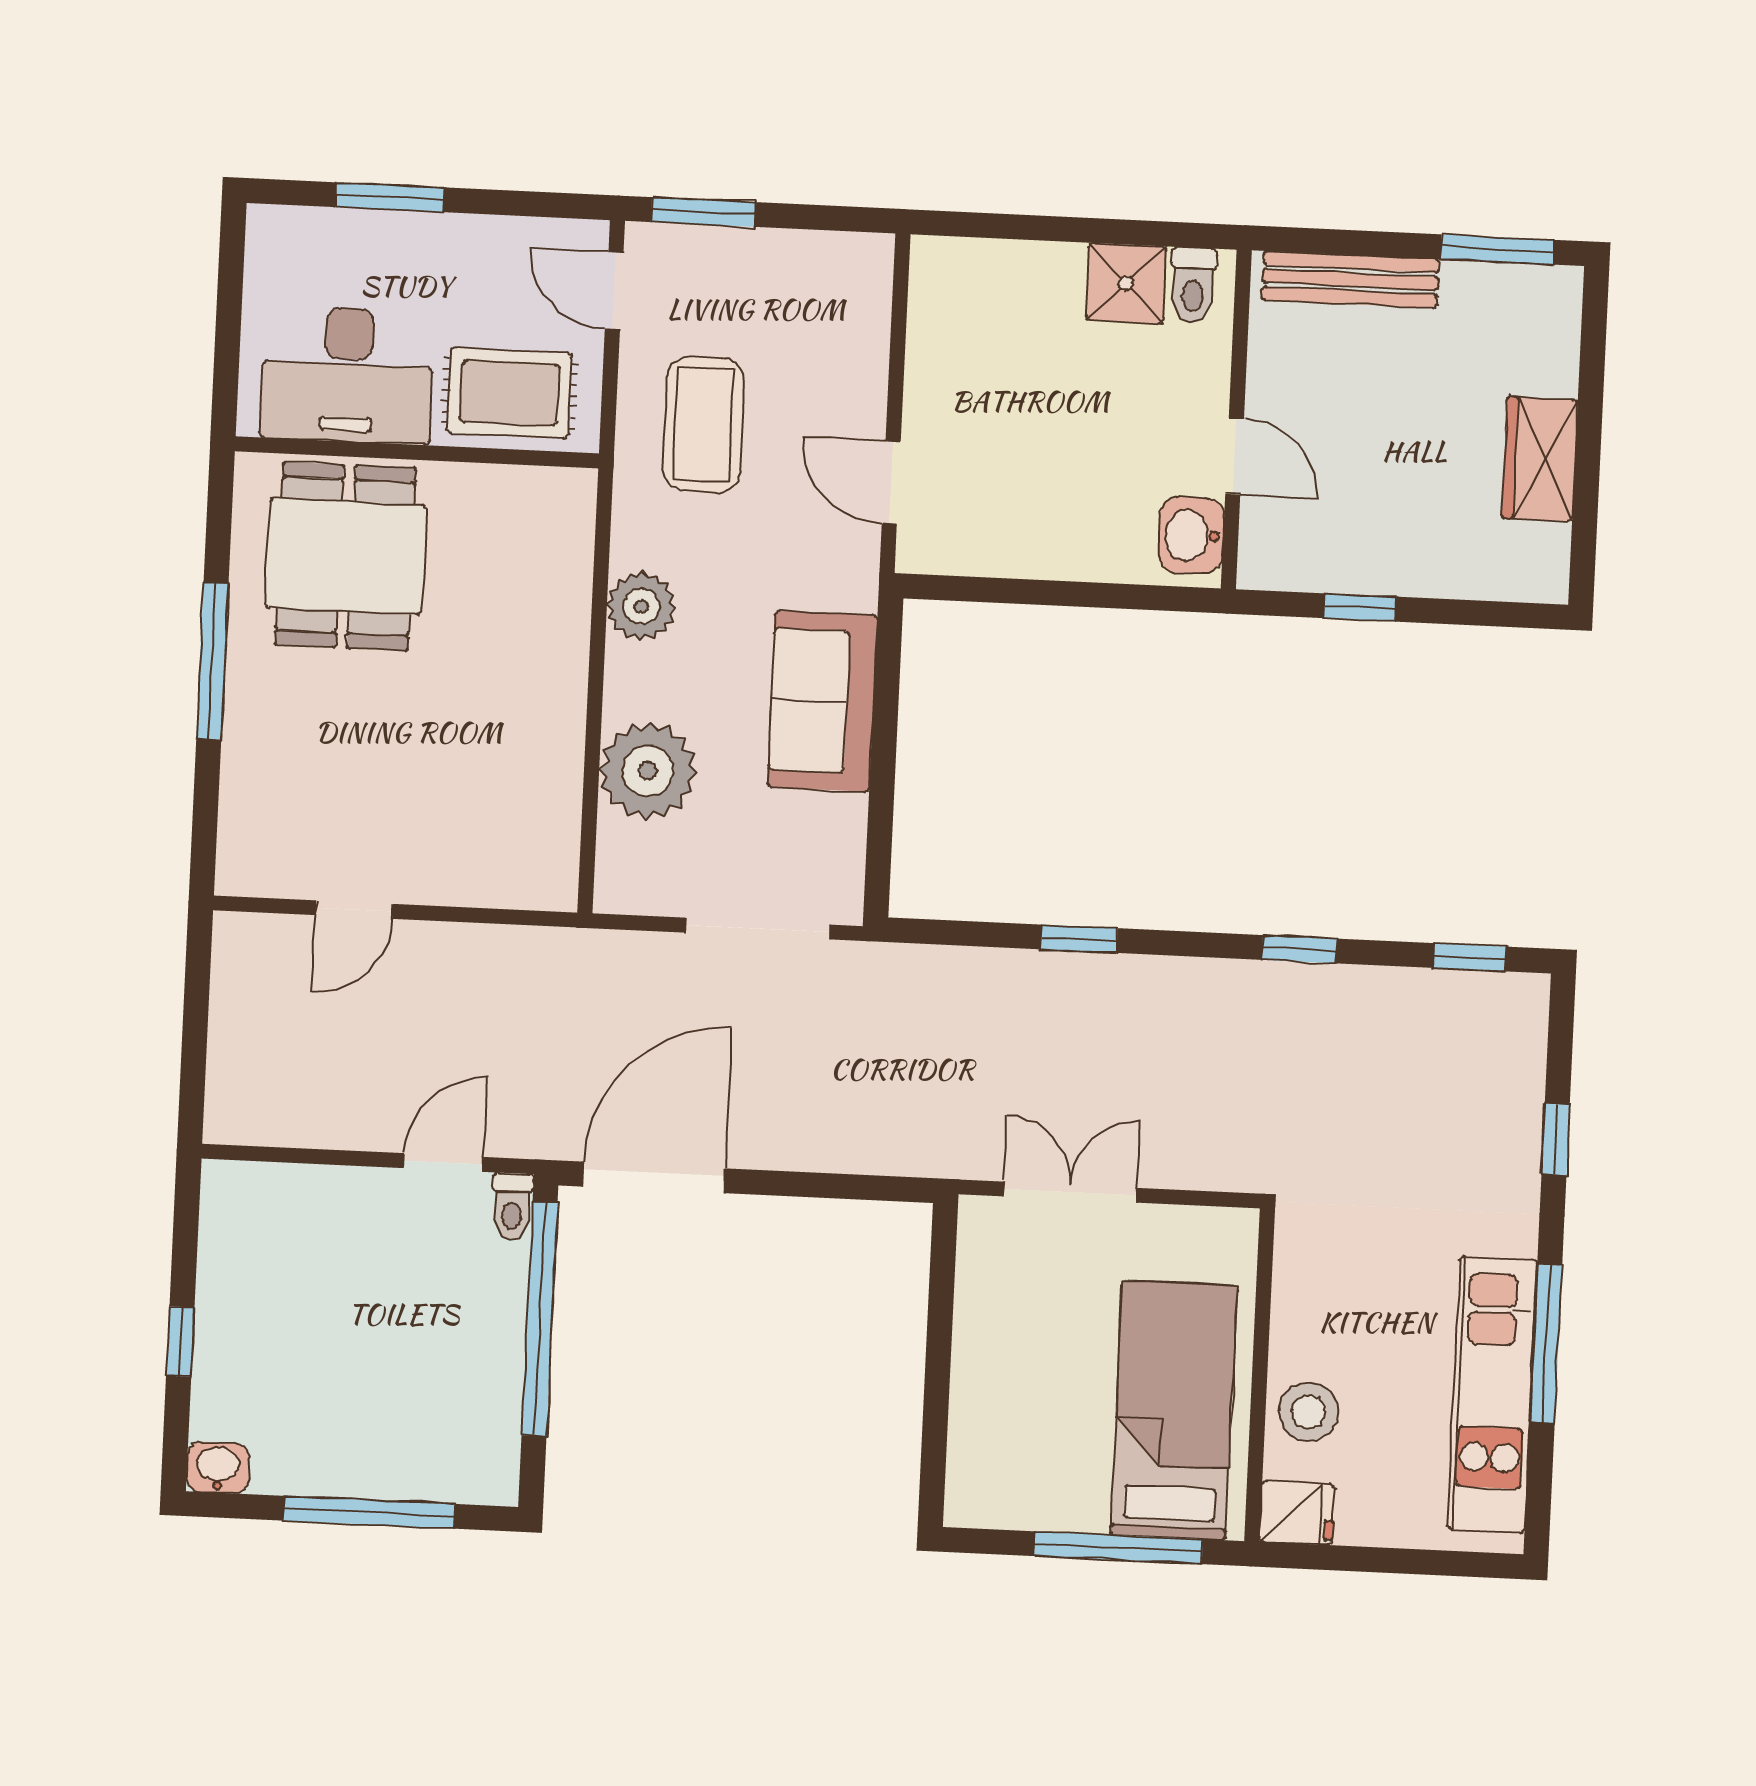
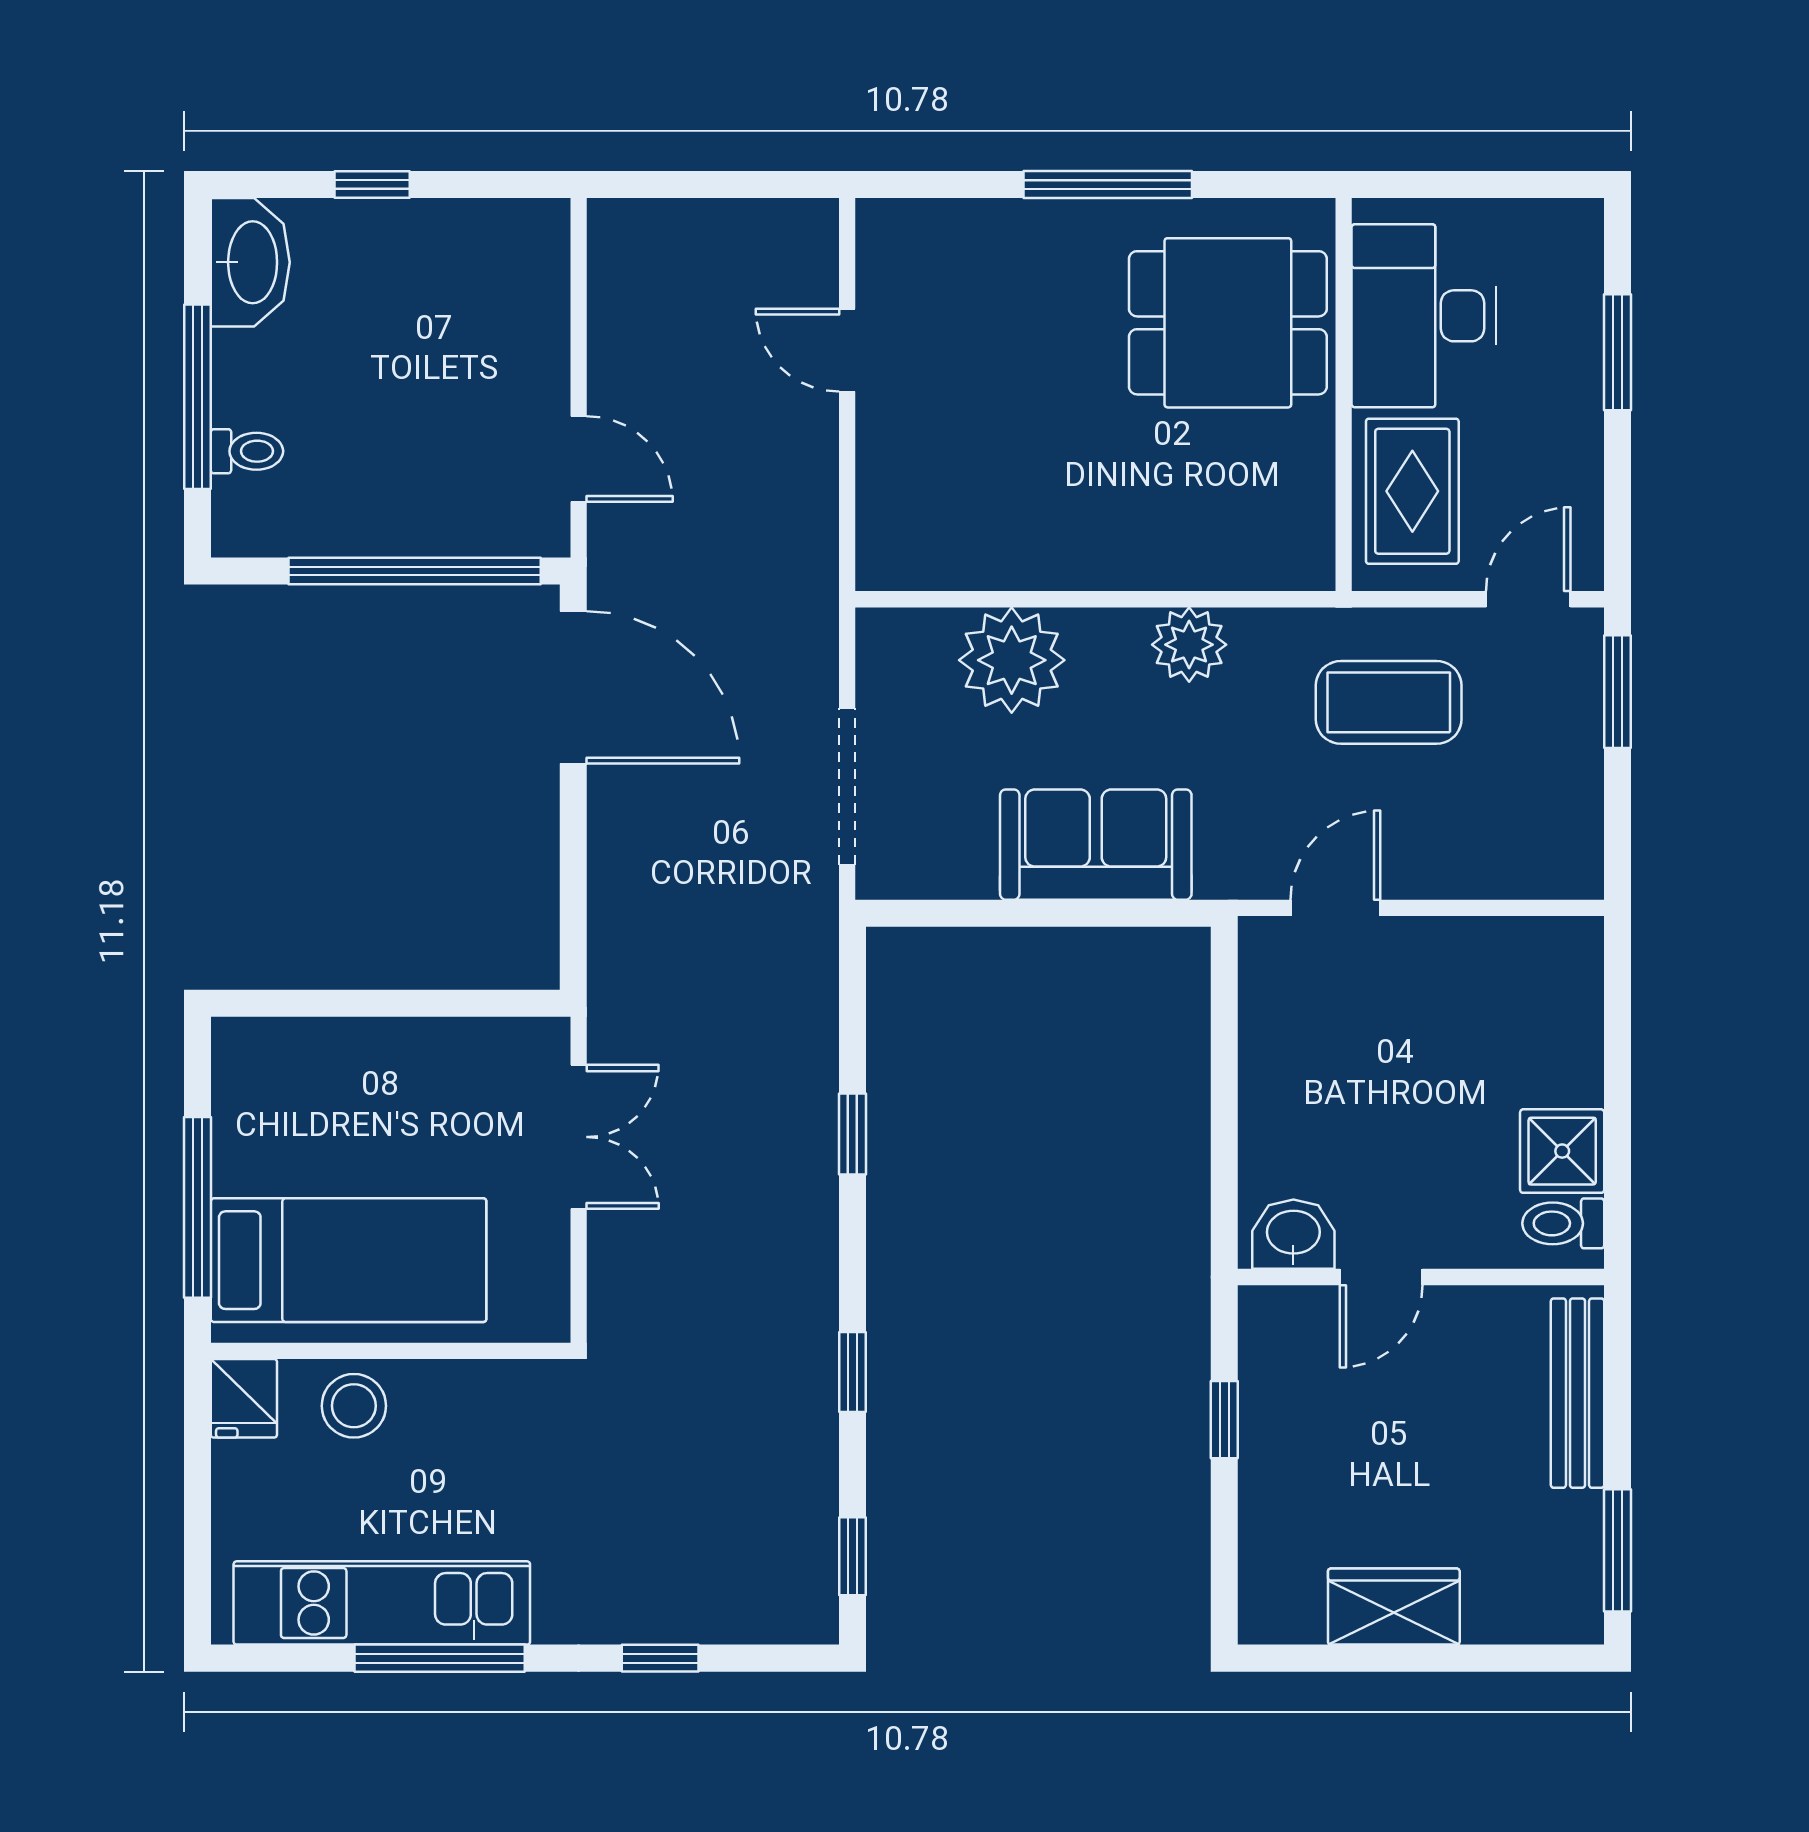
toilet: (512, 1207) -> (247, 451), moved, turned 180
washbasin: (218, 1468) -> (250, 262), width x1.91, depth x1.45

